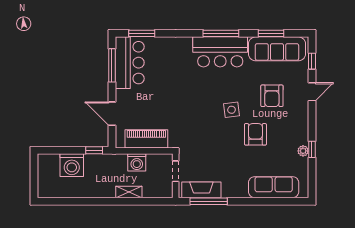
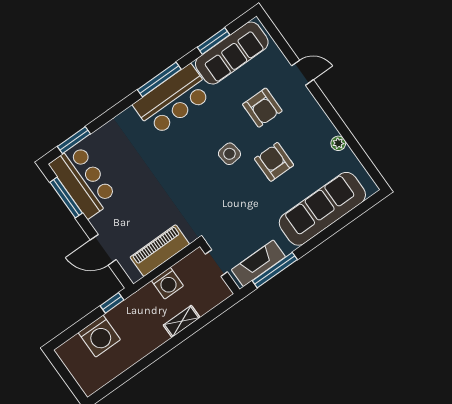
window: (312, 61) -> (279, 40), removed
door: (312, 92) -> (302, 73), hinge flipped
window: (312, 149) -> (347, 135), removed
sofa: (274, 187) -> (322, 209), width x1.36, depth x1.27

